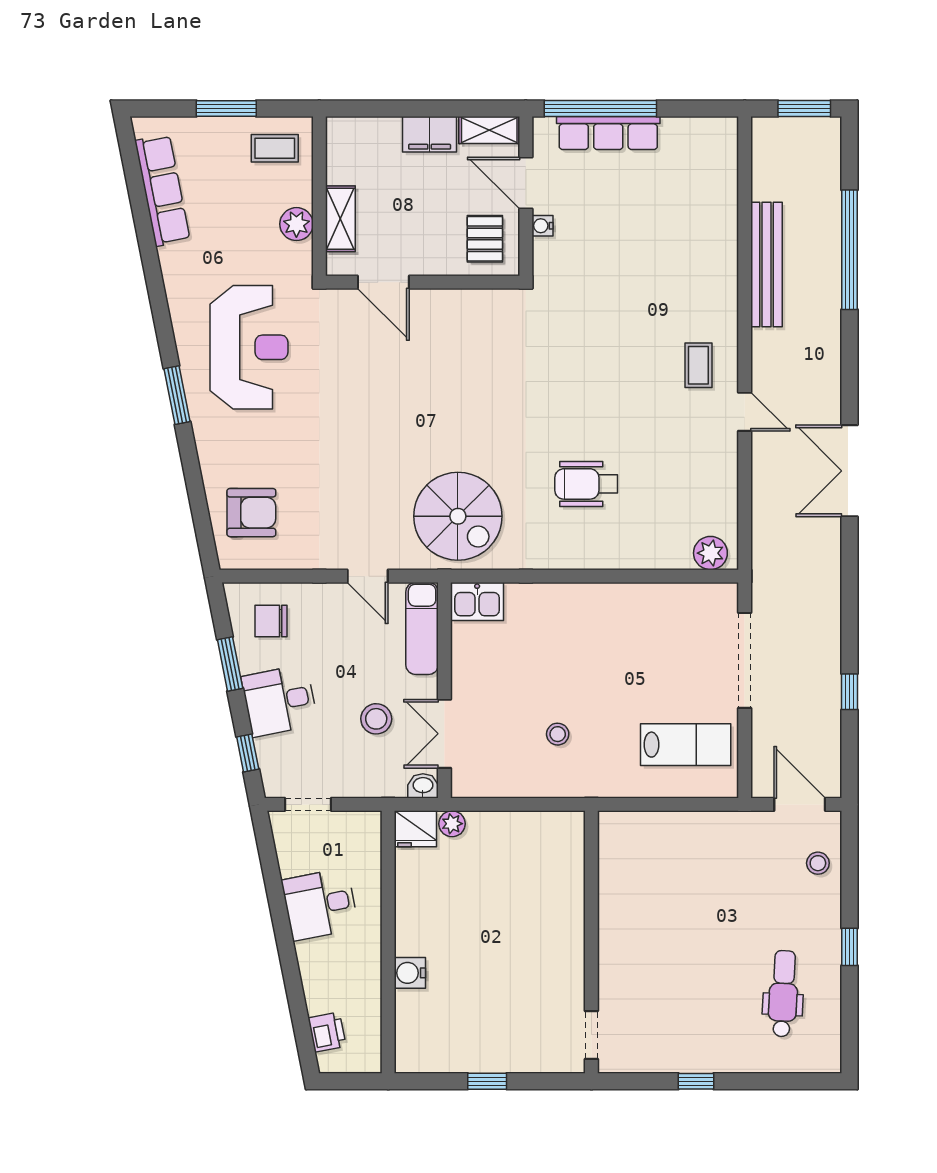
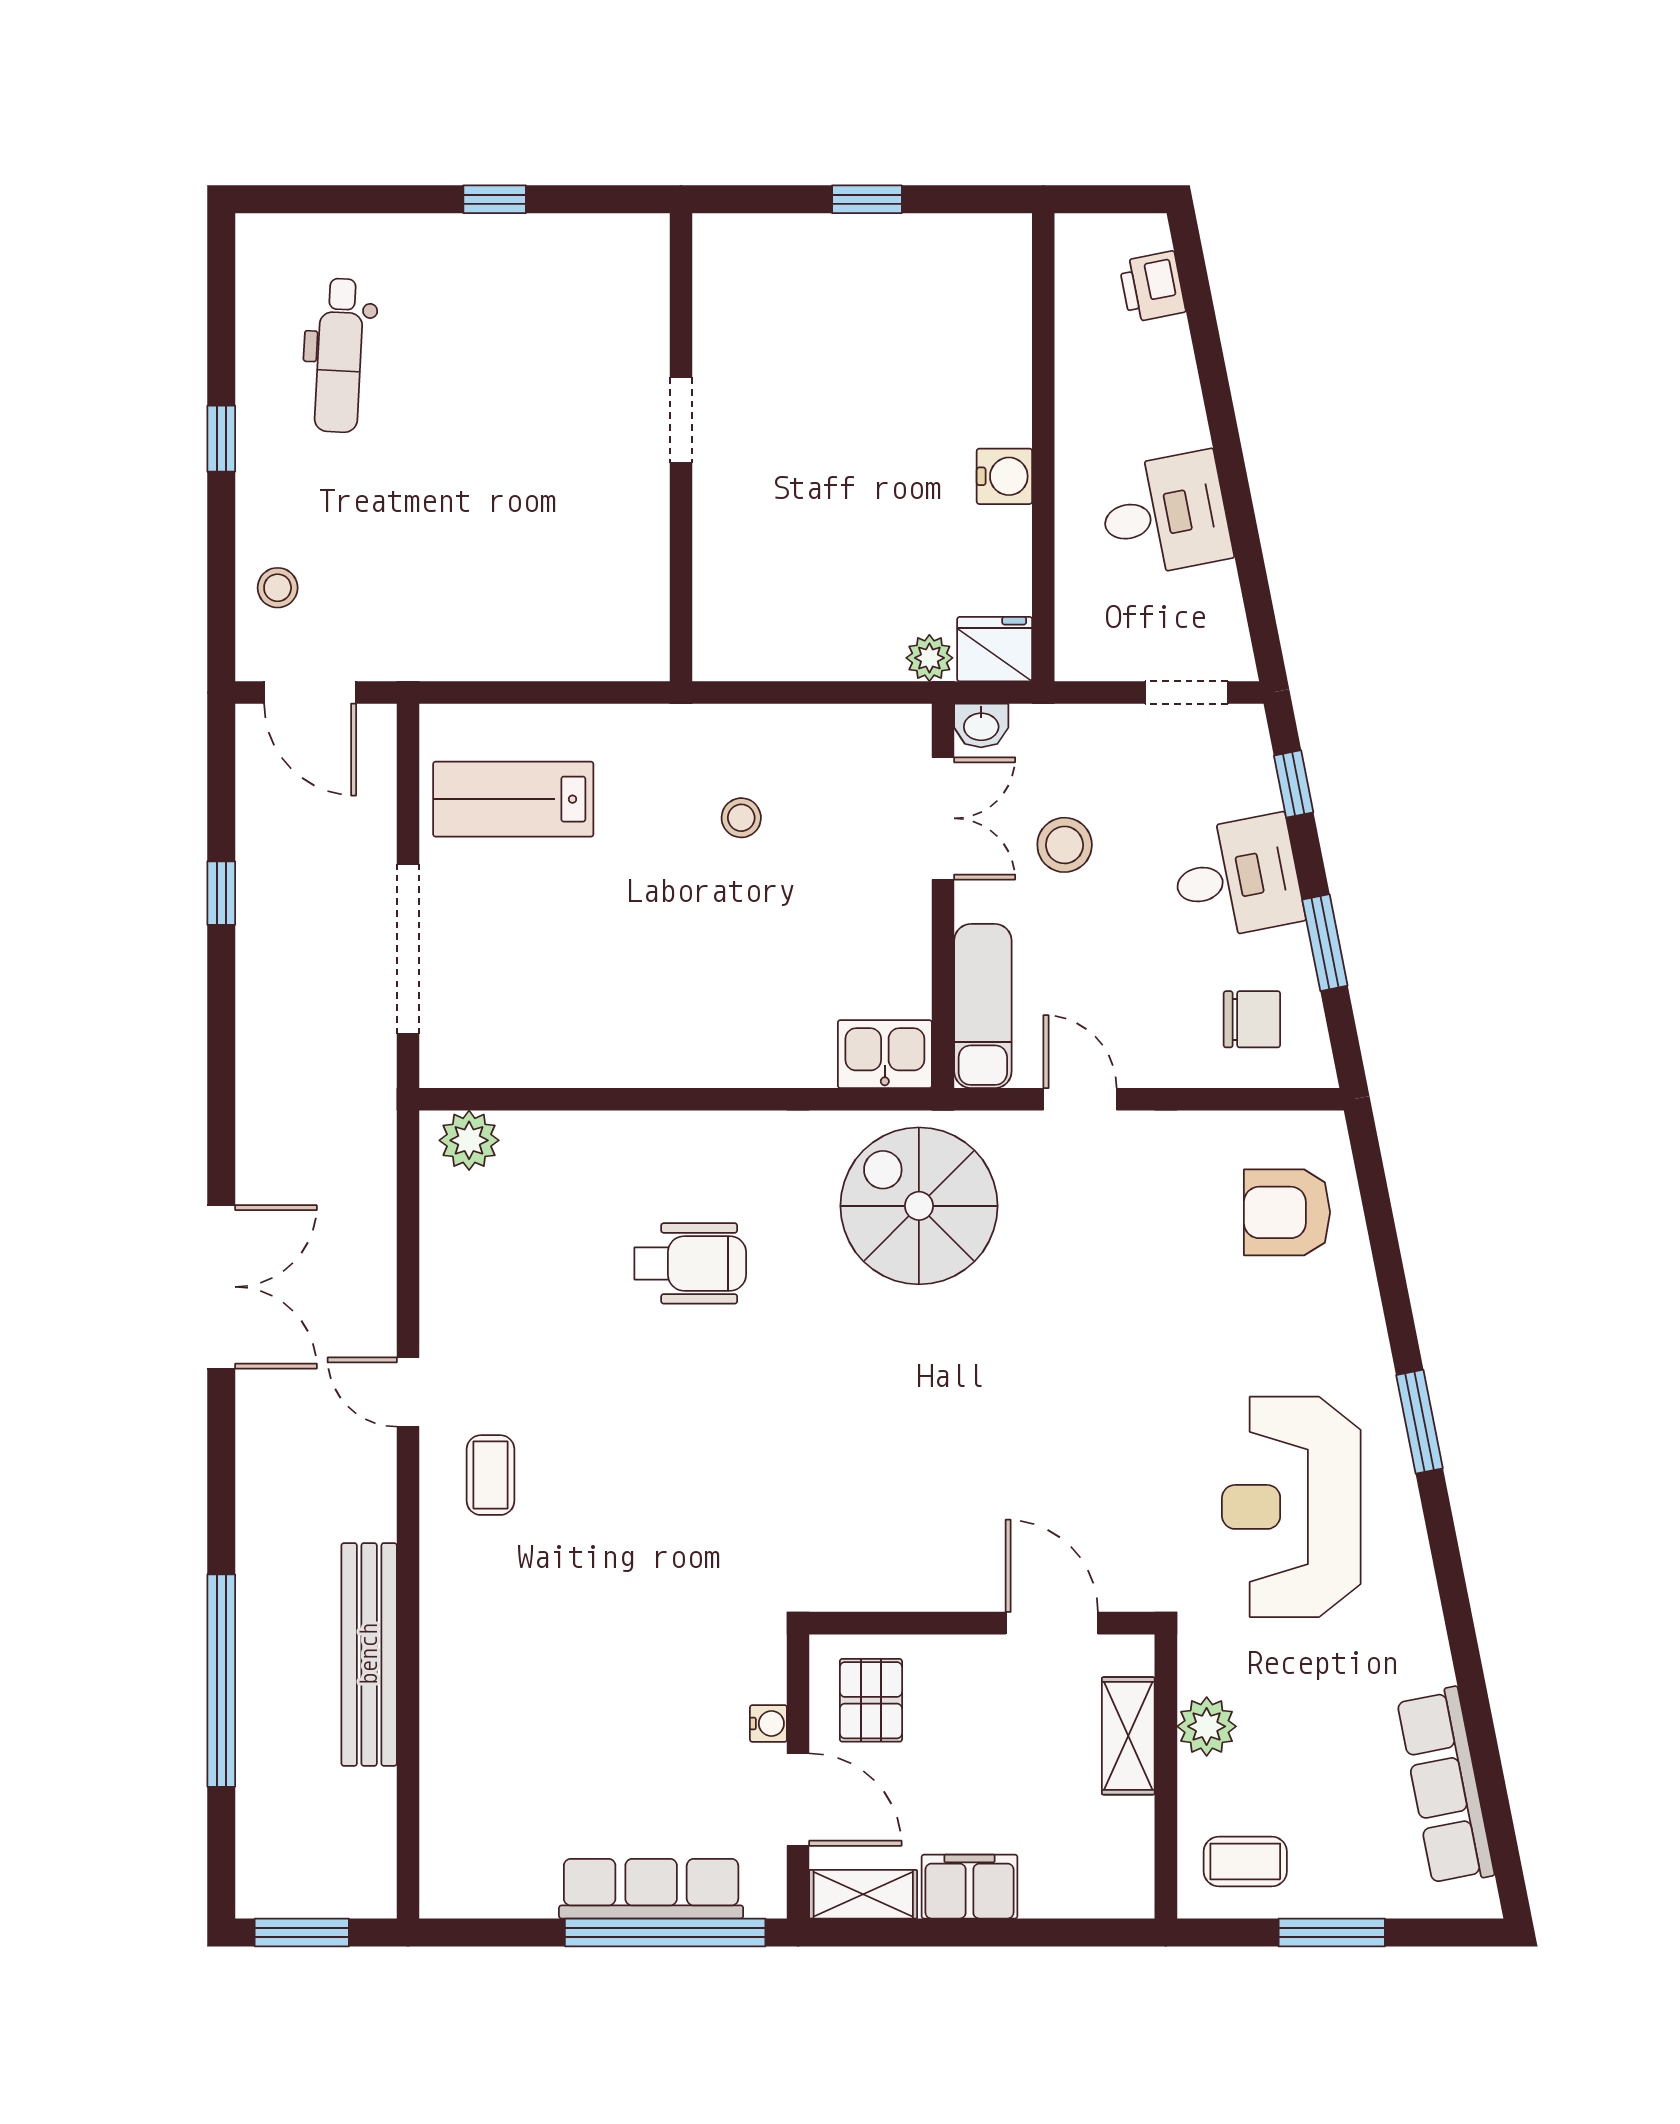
water cooler: (410, 973) -> (1004, 476), moved
doorway: (591, 1035) -> (681, 420), moved

